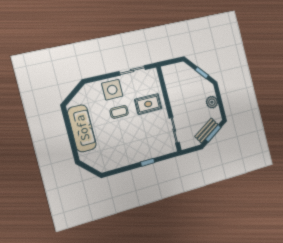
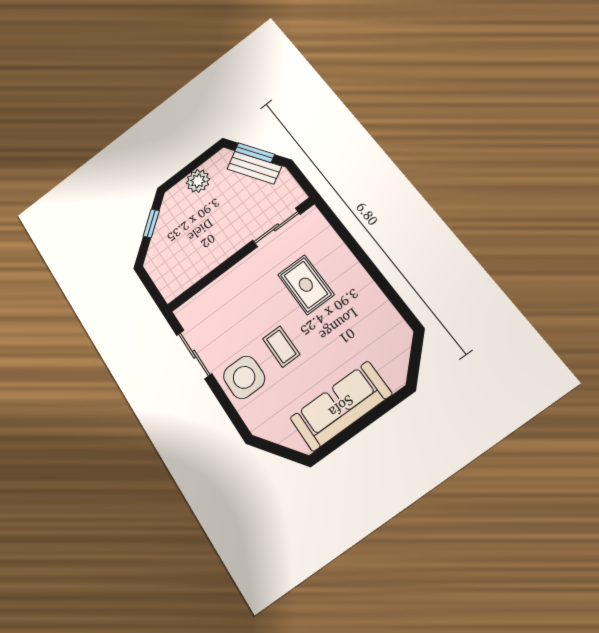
rug: (148, 104) -> (306, 285), moved
window: (148, 162) -> (358, 251), removed

